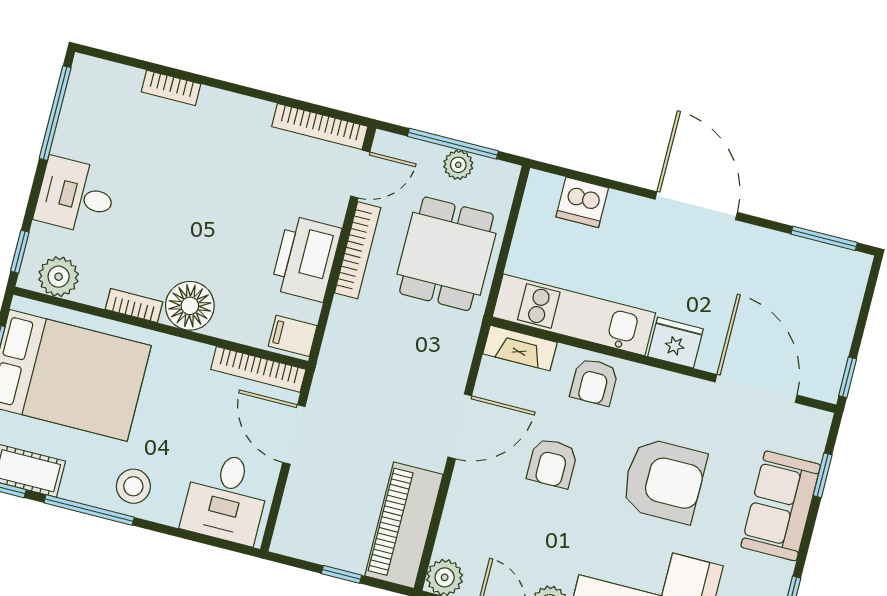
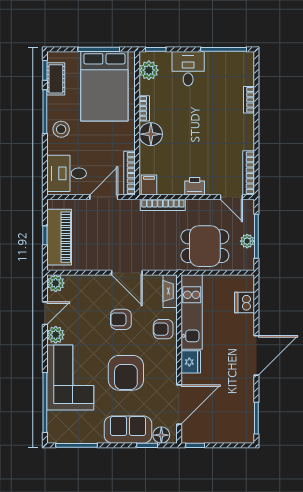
bookcase: (358, 250) -> (163, 205), moved
printer: (306, 259) -> (195, 186), width x0.53, depth x0.68
floor lamp: (809, 441) -> (161, 435), added
piano: (404, 525) -> (59, 237), moved, turned 90

